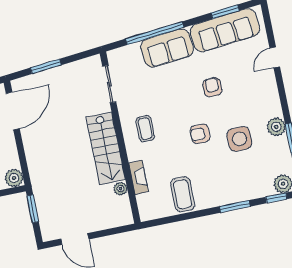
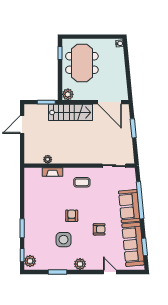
plant: (276, 127) -> (80, 264), moved
stairs: (106, 148) -> (70, 112), moved, turned 180
coffee table: (183, 194) -> (36, 197), removed

